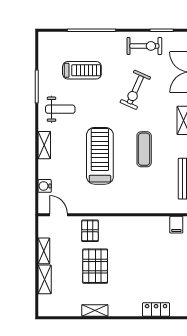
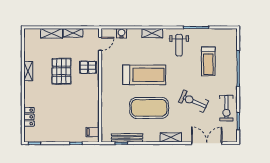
exercise mat: (144, 149) -> (149, 108), width x2.00, depth x1.45
pallet: (95, 266) -> (61, 71), turned 90

